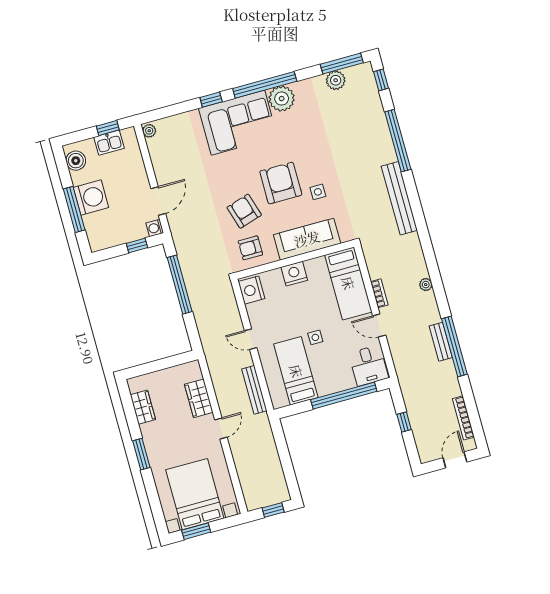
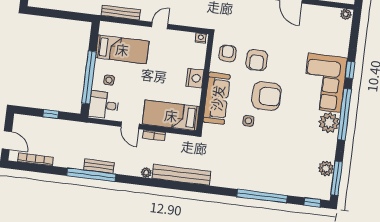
bench: (399, 198) -> (181, 175), moved
armchair: (244, 211) -> (257, 60), turned 107
nightstand: (251, 290) -> (201, 38), width x0.53, depth x0.56
door: (379, 326) -> (130, 125), swing flipped
side table: (315, 337) -> (109, 80), moved

